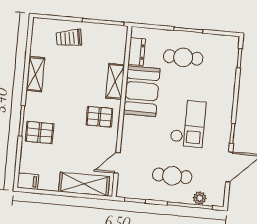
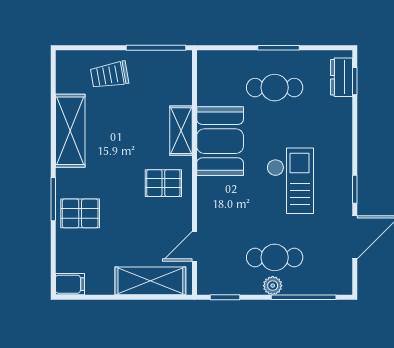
dresser: (137, 52) -> (341, 77), moved, turned 180
shelving: (35, 74) -> (70, 131), width x1.50, depth x1.33
plant: (200, 198) -> (273, 286), moved

